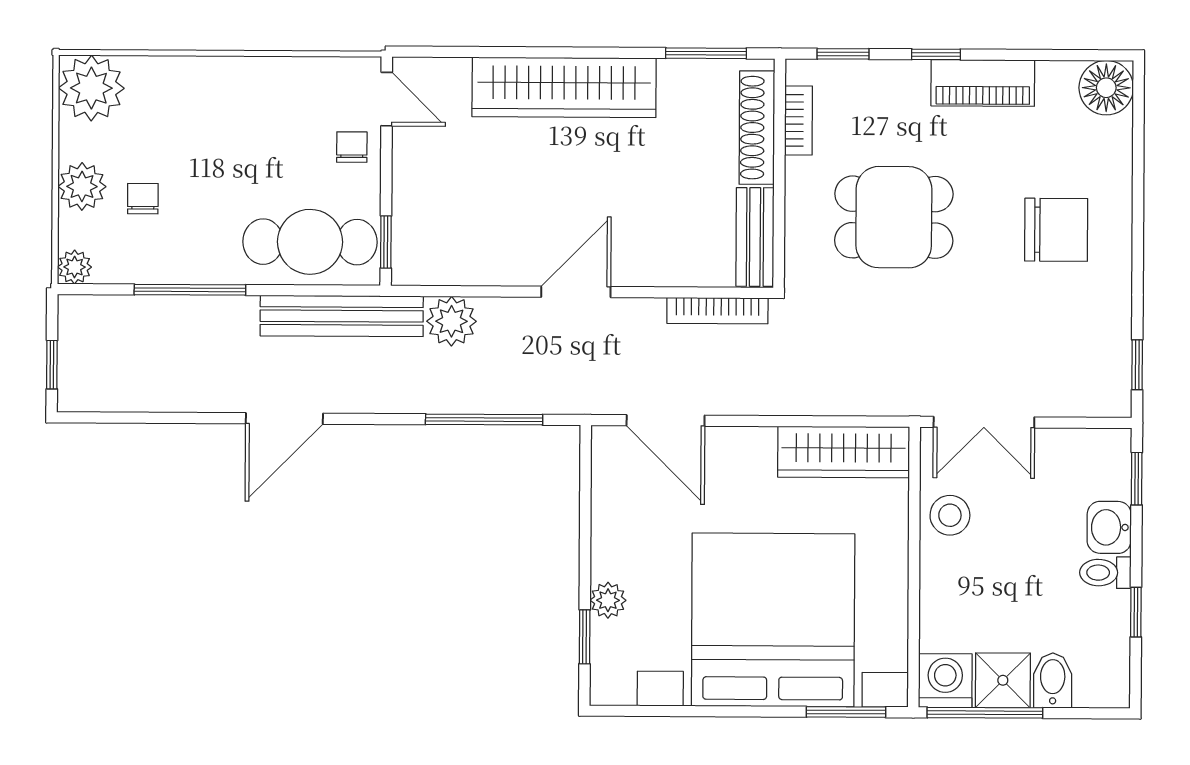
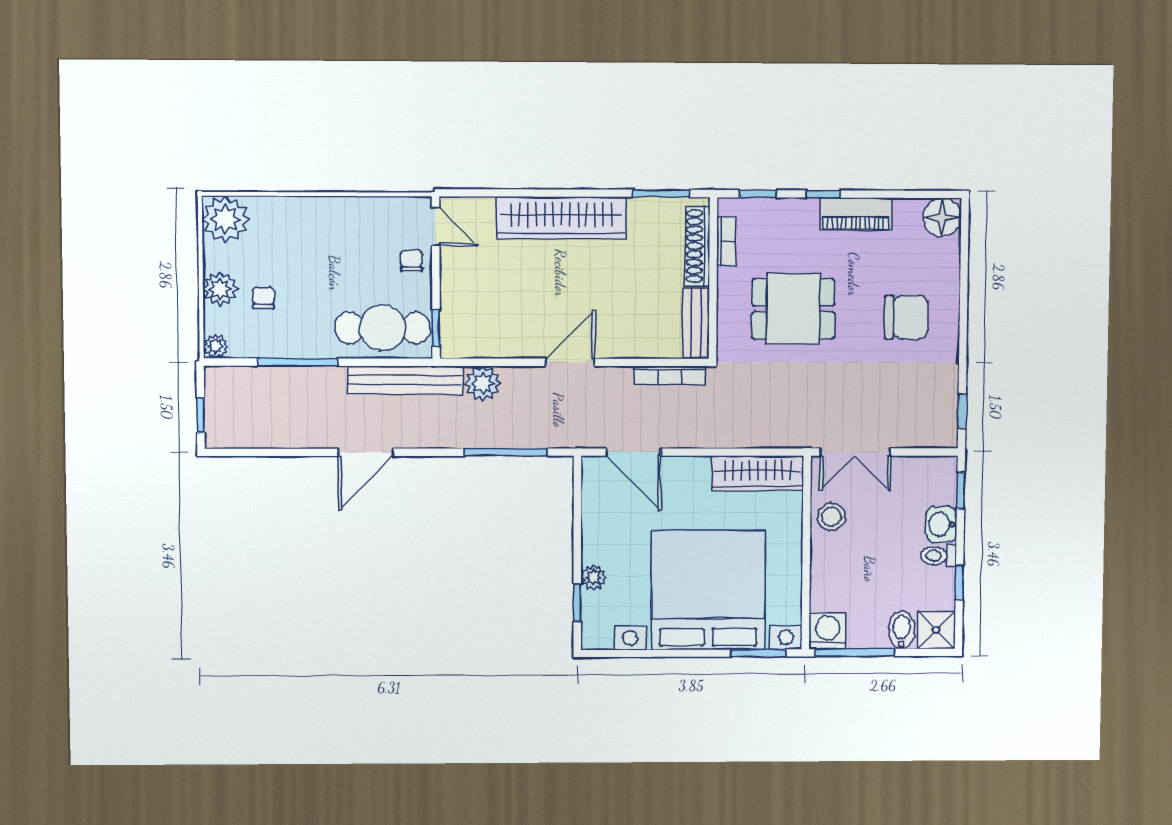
shower: (1003, 680) -> (936, 630), moved

